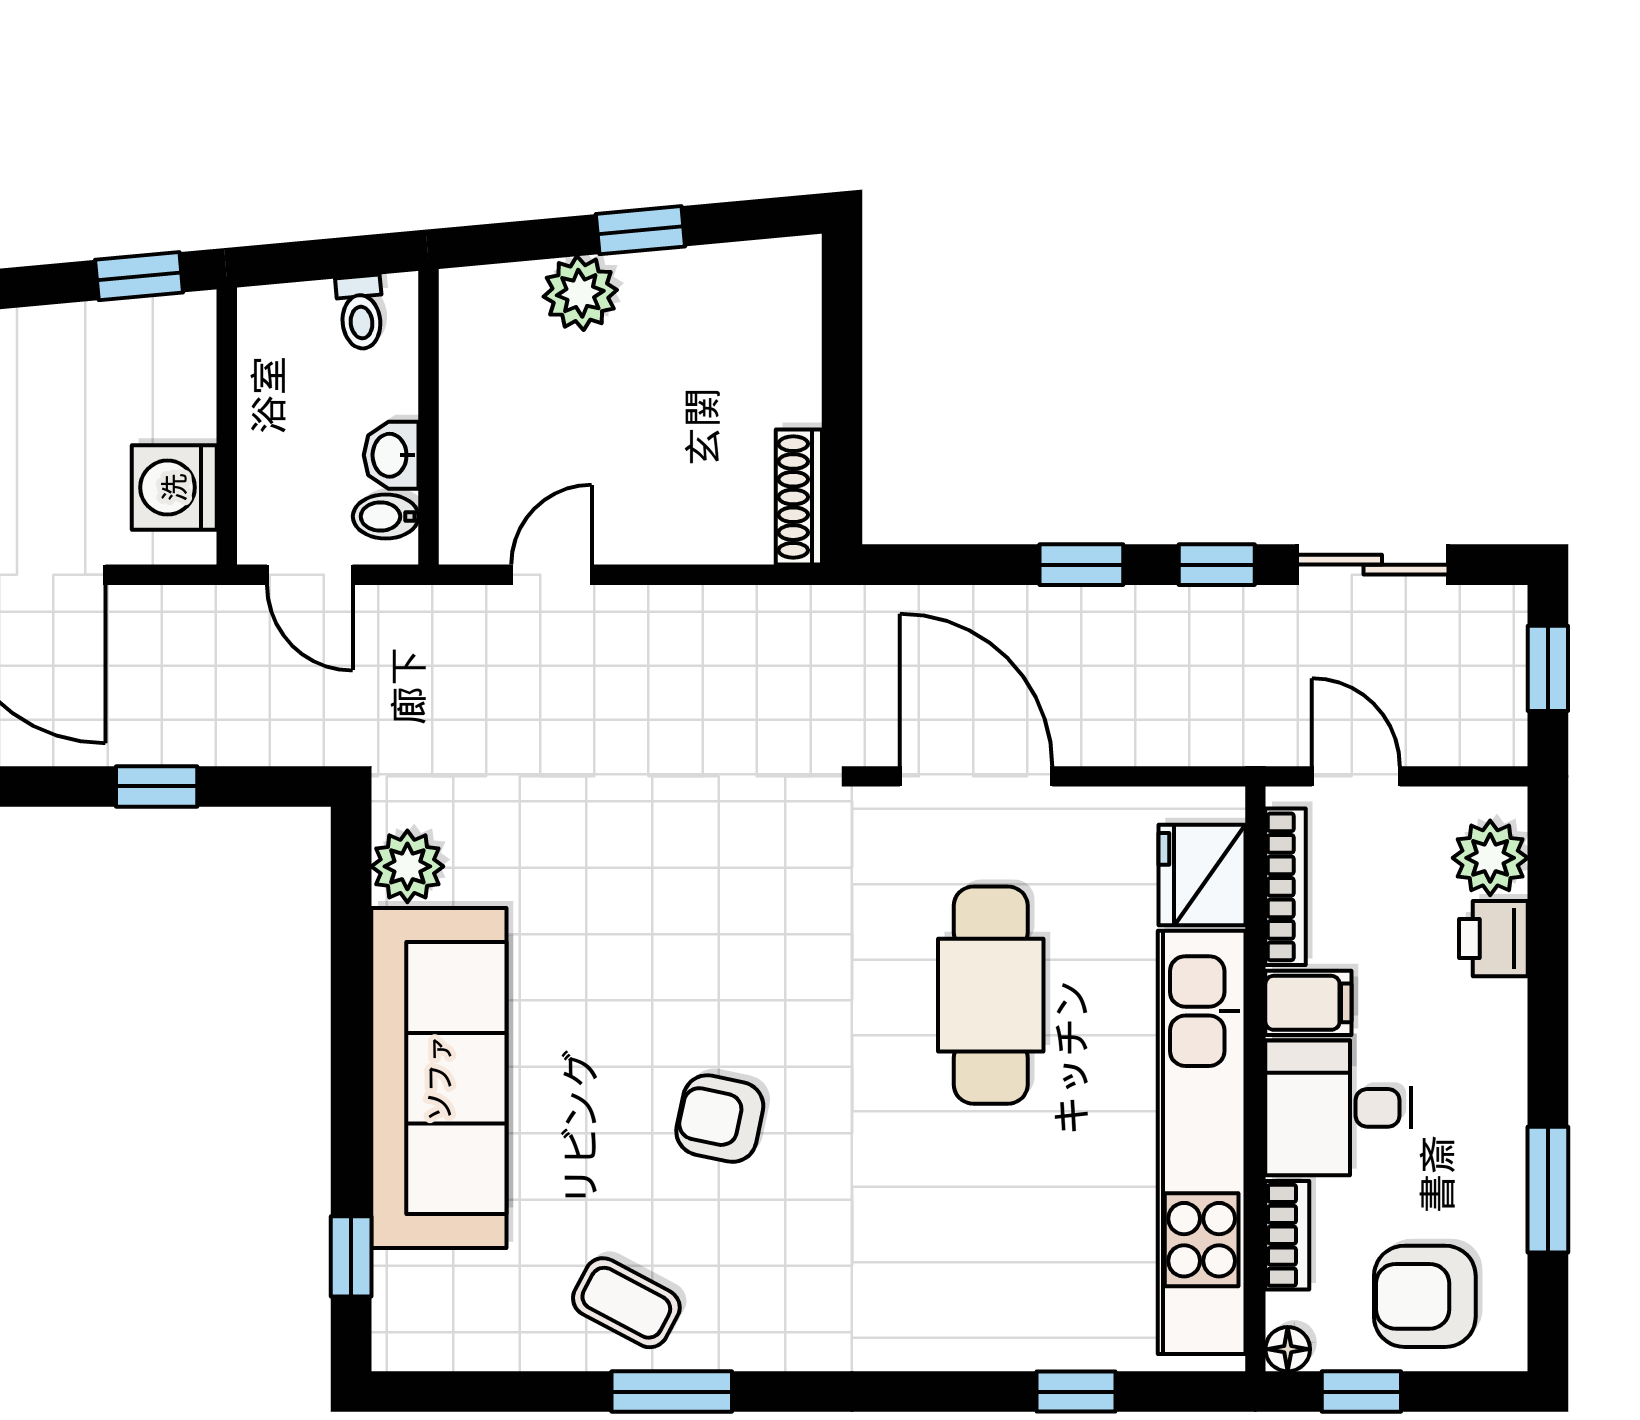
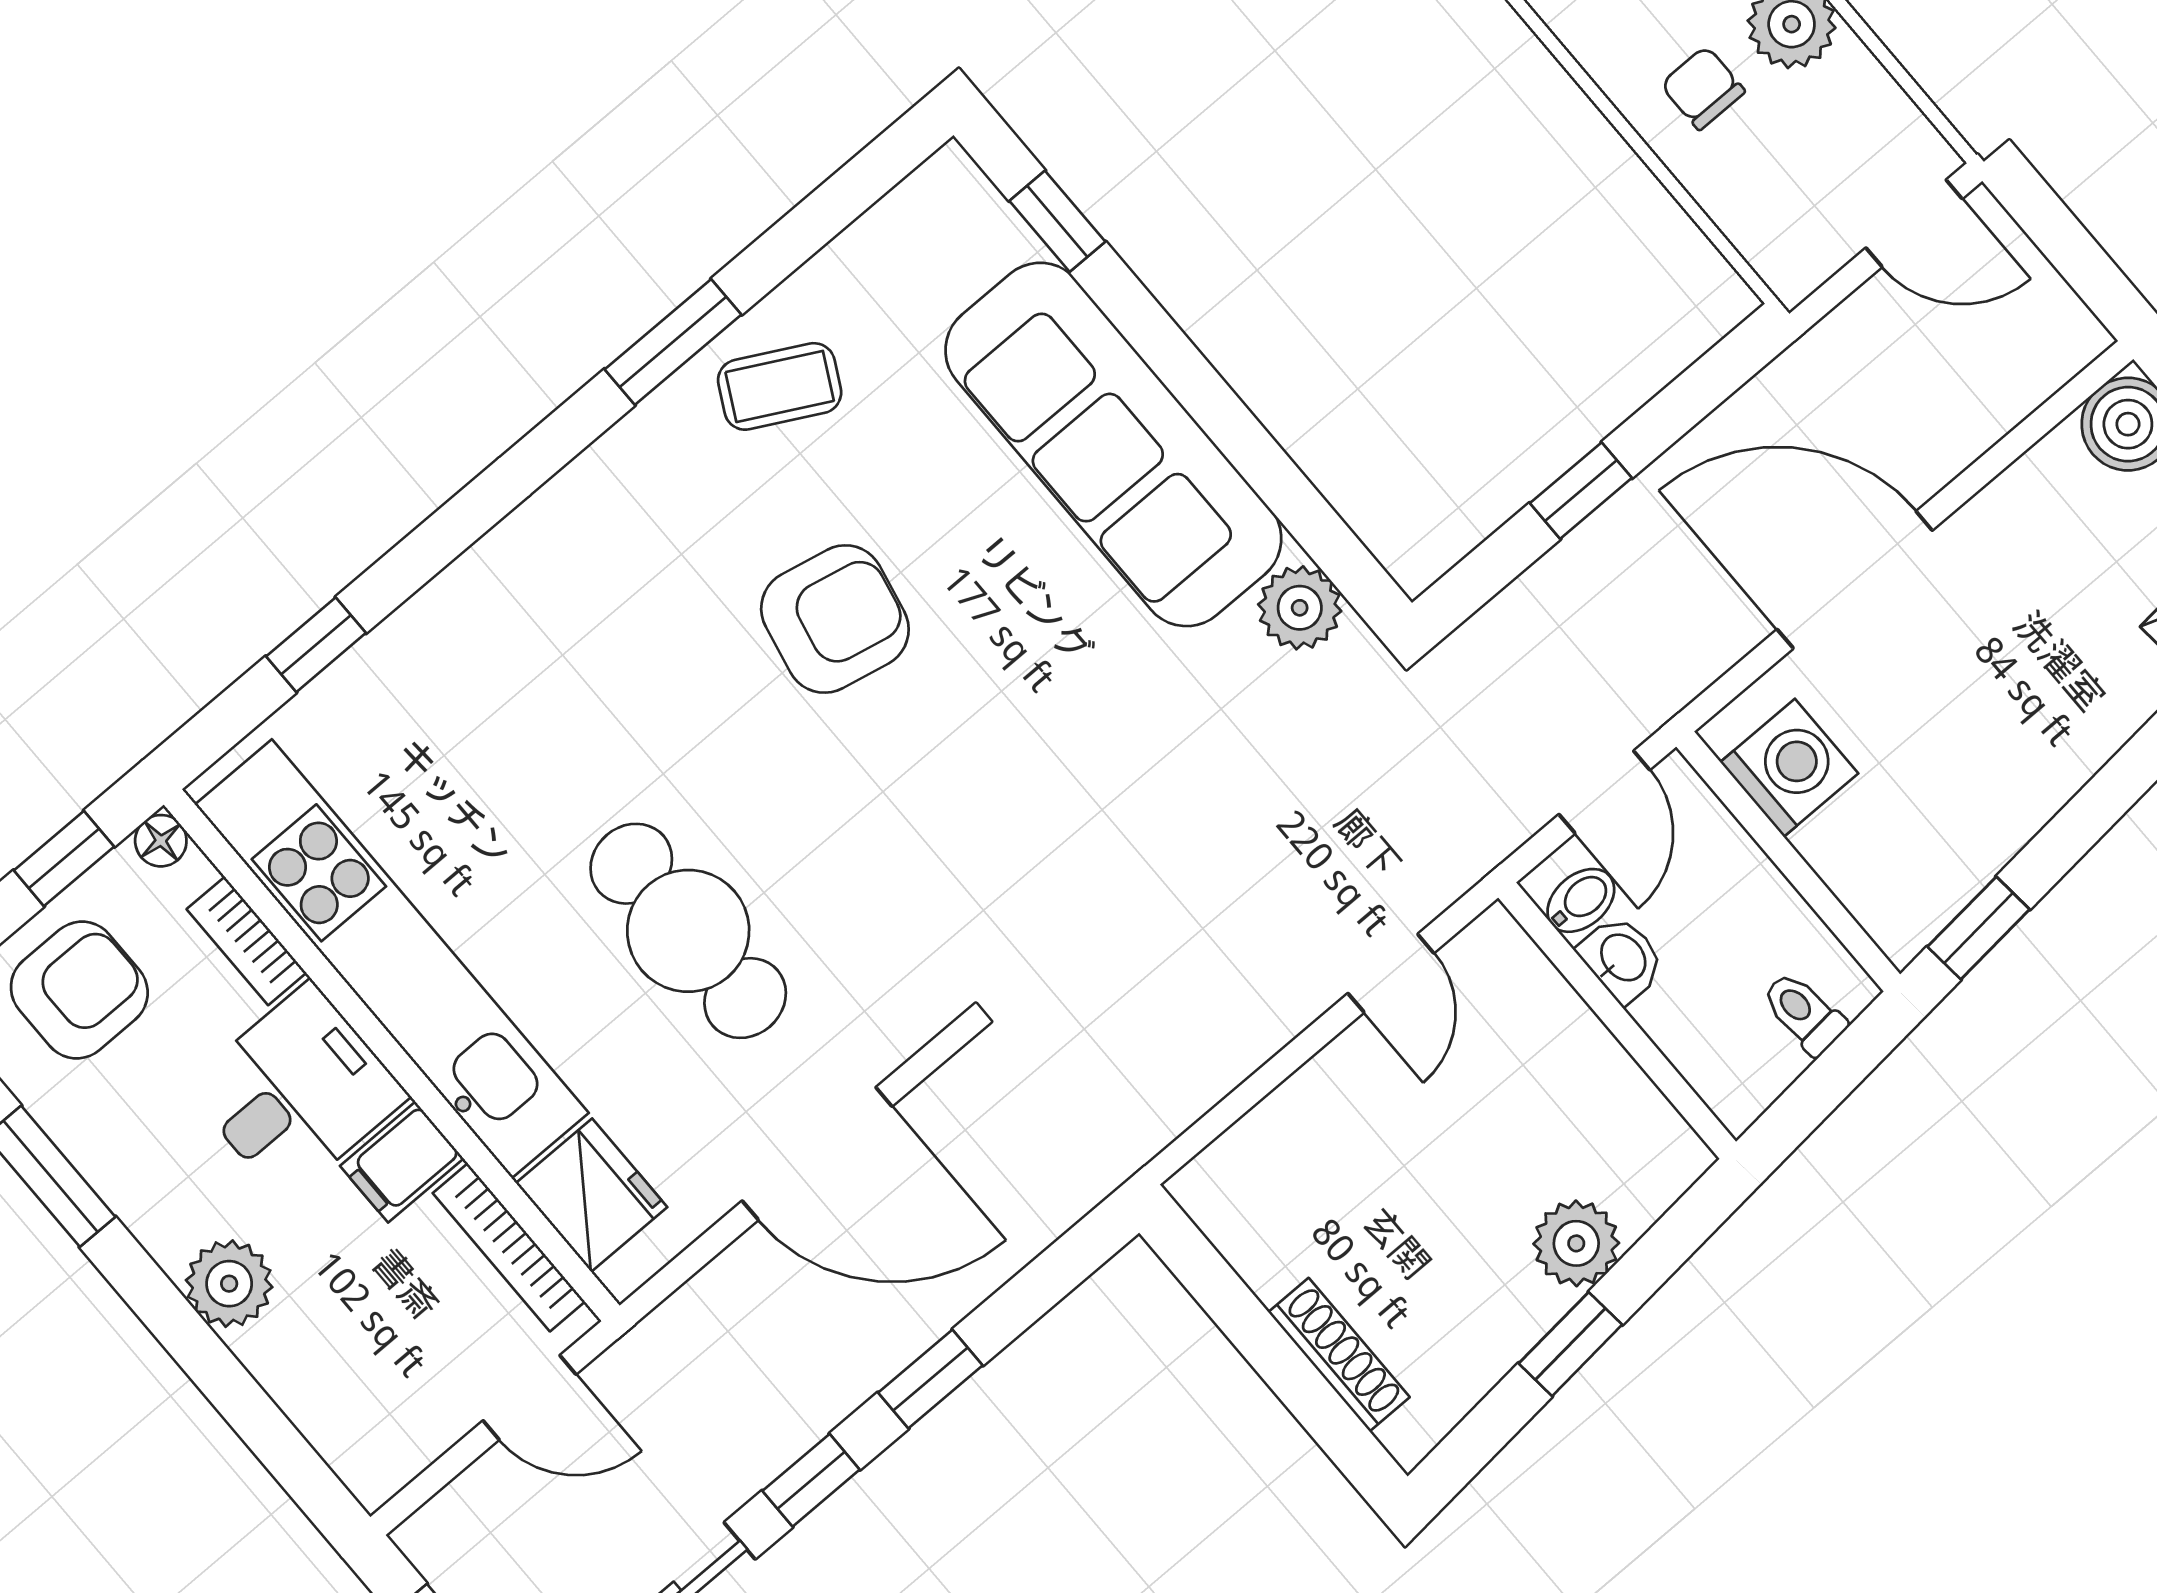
toilet: (361, 312) -> (1804, 1013), moved
shoe rack: (799, 497) -> (1339, 1355), moved
door: (310, 575) -> (1604, 792), swing flipped
door: (976, 776) -> (817, 1154), moved
plant: (1490, 858) -> (229, 1284), moved
printer: (1493, 939) -> (287, 1357), removed
armchair: (720, 1119) -> (835, 619), width x1.38, depth x1.38

